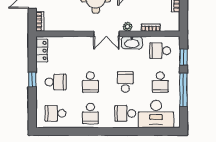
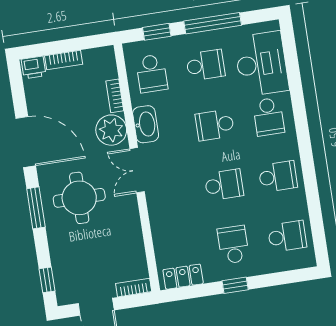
plant: (127, 27) -> (111, 130), width x1.87, depth x1.87
double door: (106, 34) -> (137, 170), swing flipped
school desk: (56, 113) -> (287, 236), turned -90

